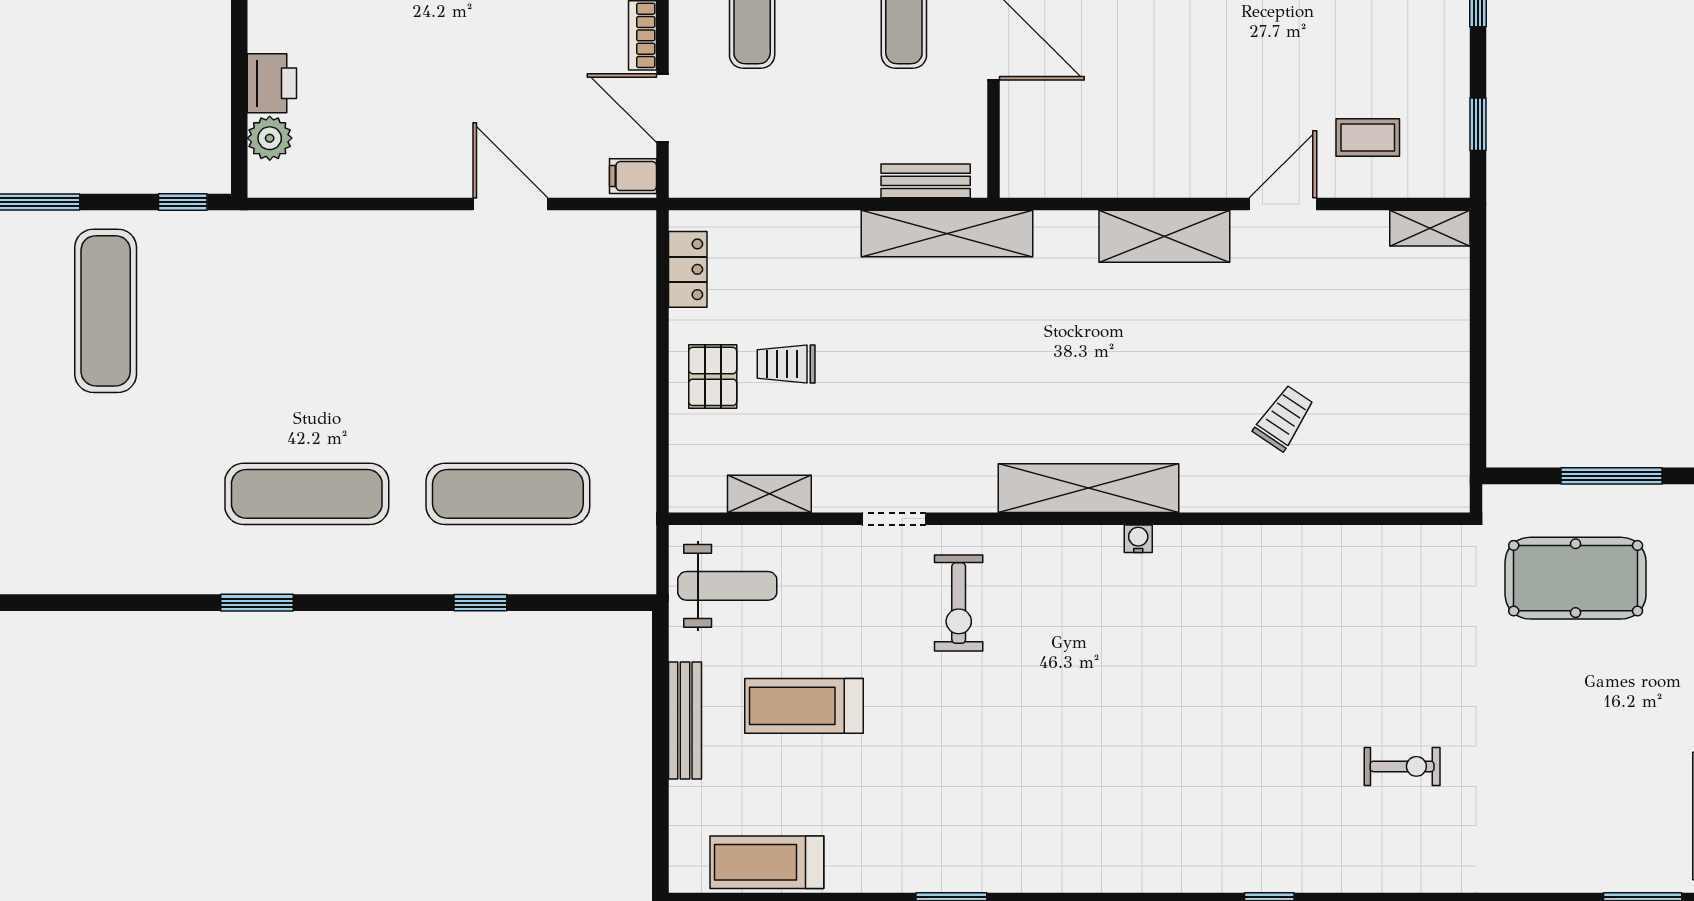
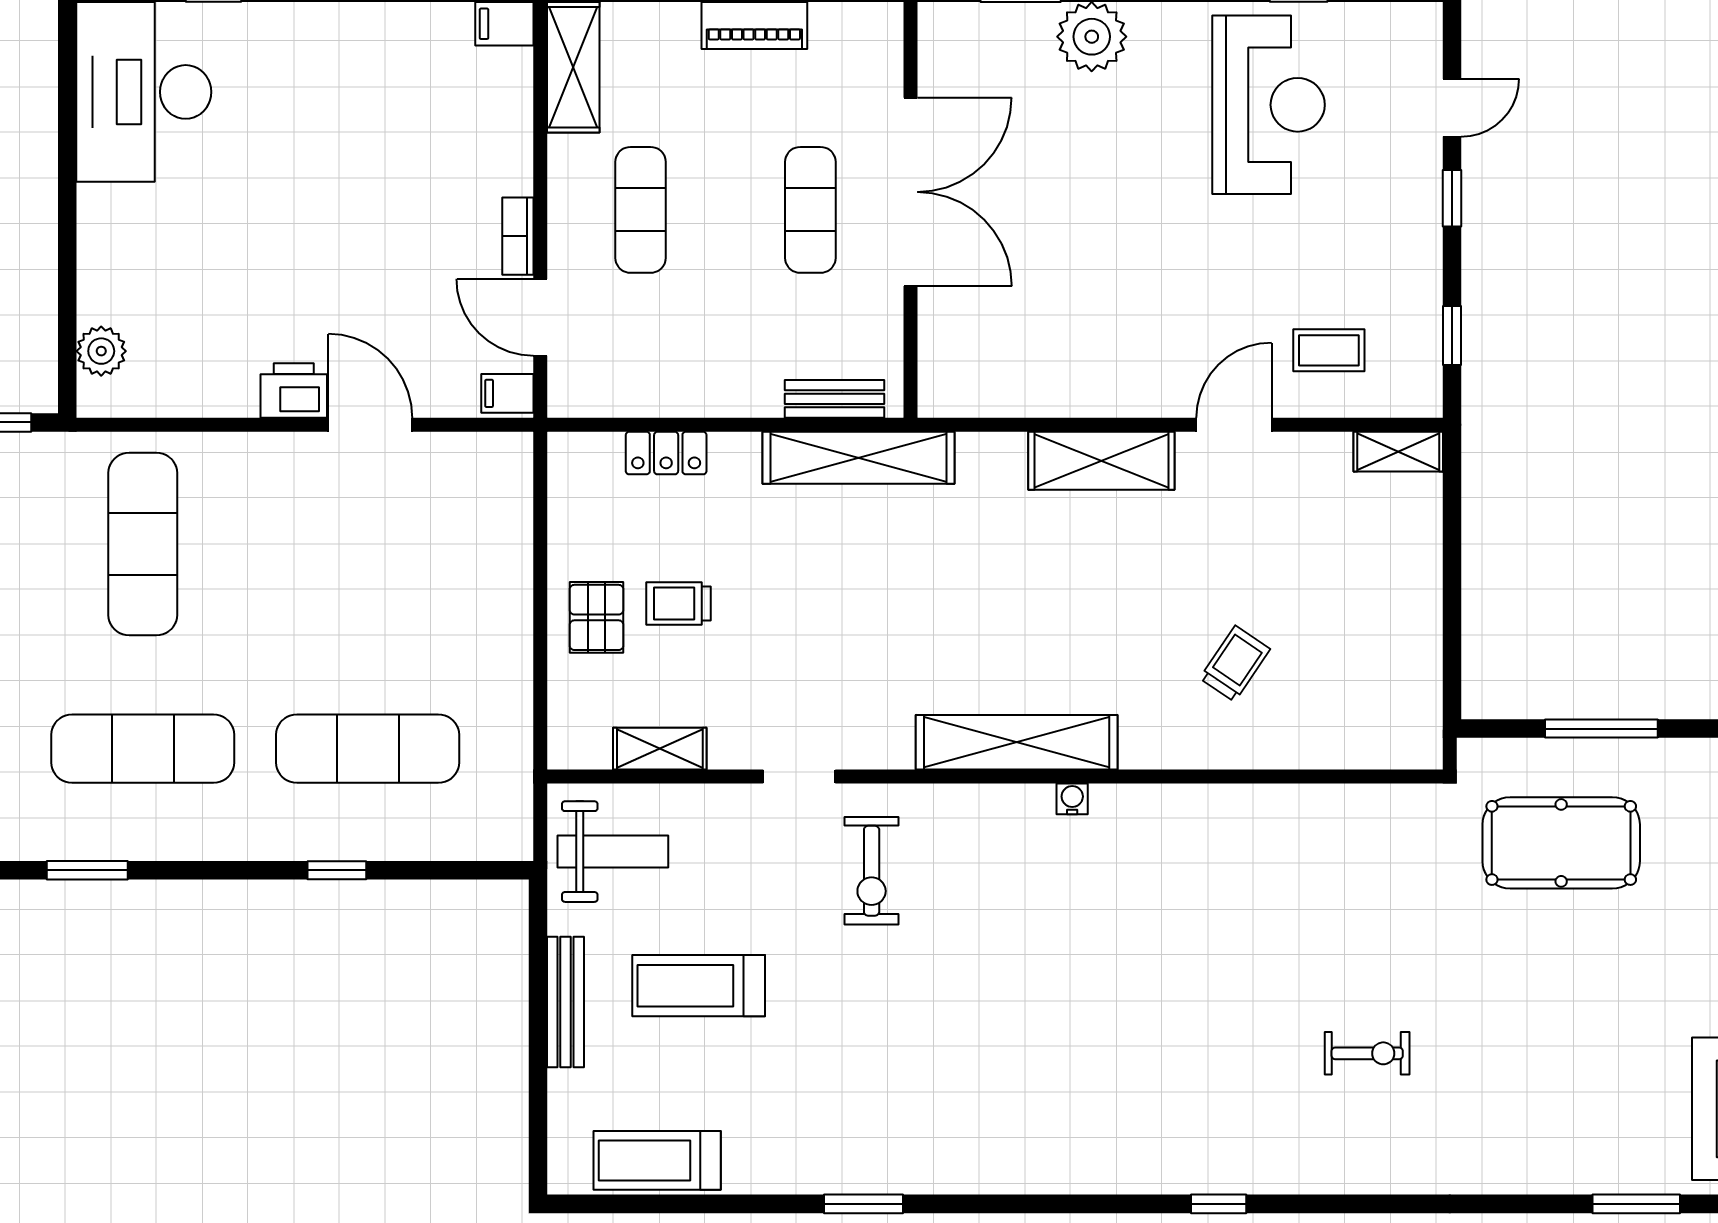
printer: (272, 83) -> (294, 390), moved, turned -90
locker: (688, 269) -> (666, 453), moved, turned 90
exercise mat: (307, 311) -> (143, 544), added

